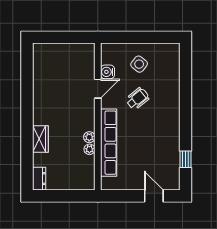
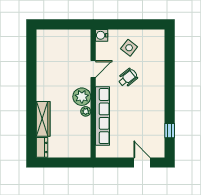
water cooler: (107, 72) -> (102, 35), moved
wardrobe: (40, 139) -> (43, 119), width x1.50
plant: (89, 149) -> (82, 97), moved, width x1.88, depth x1.88

